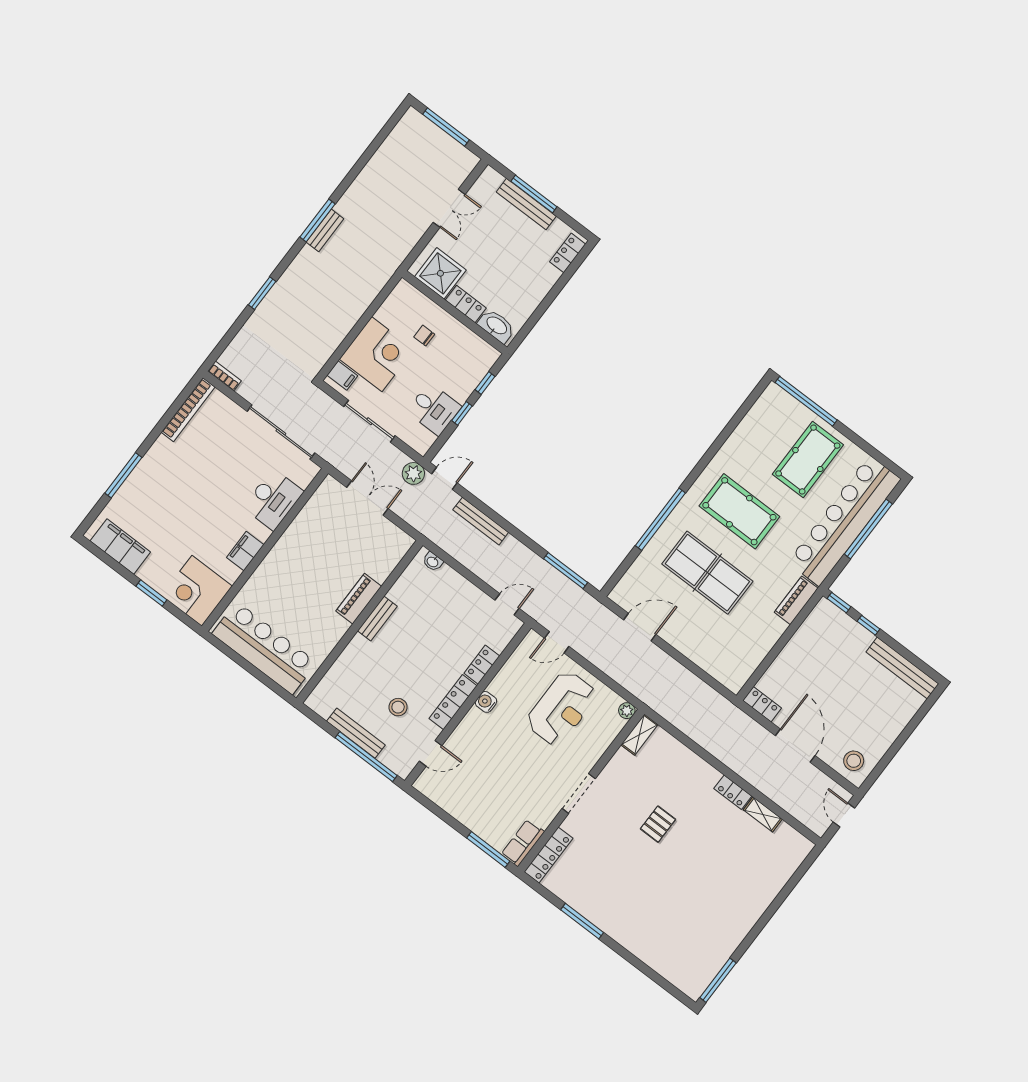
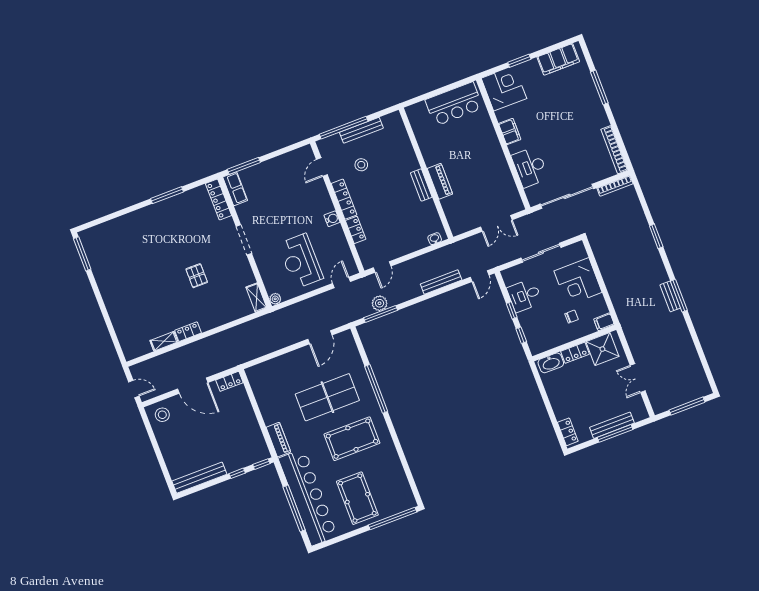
filing cabinet: (342, 375) -> (604, 322), moved
bookcase: (224, 376) -> (615, 186), width x1.56
plant: (413, 473) -> (380, 303), moved
bar counter: (264, 648) -> (454, 104), width x0.73

